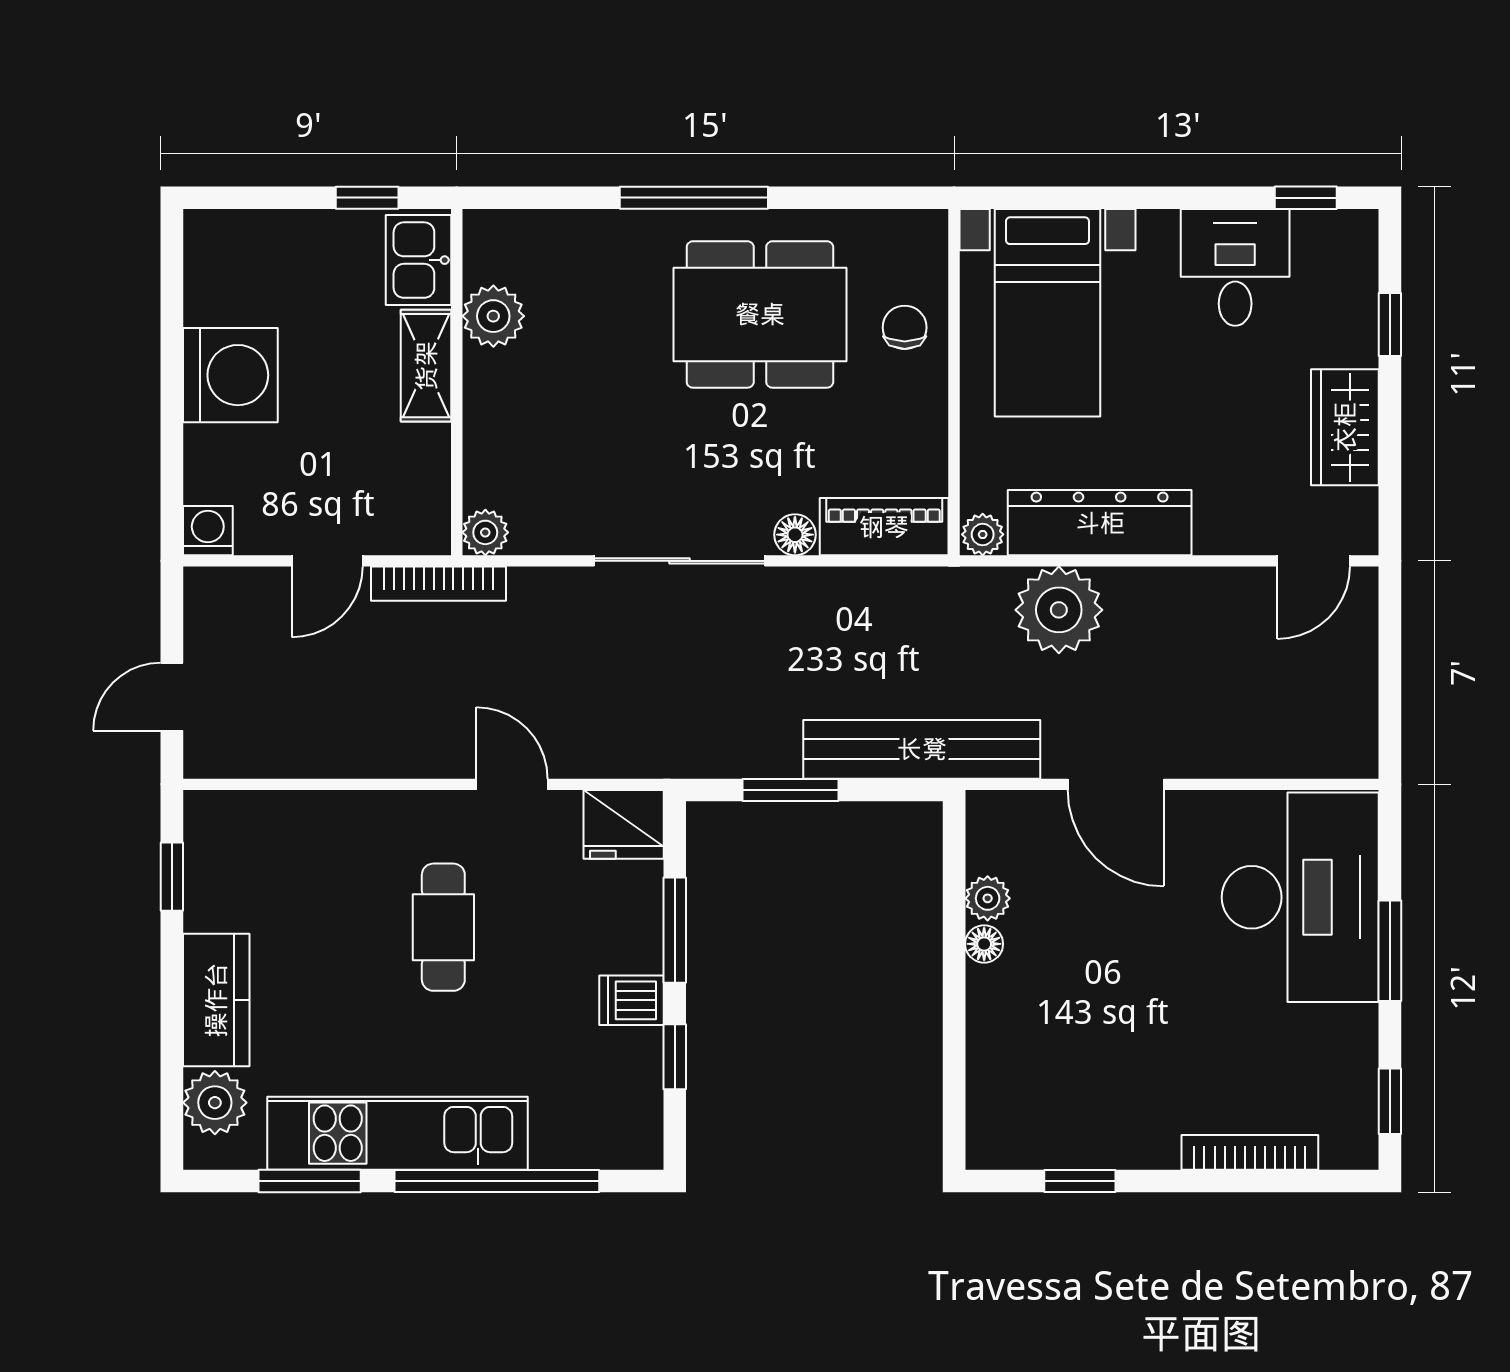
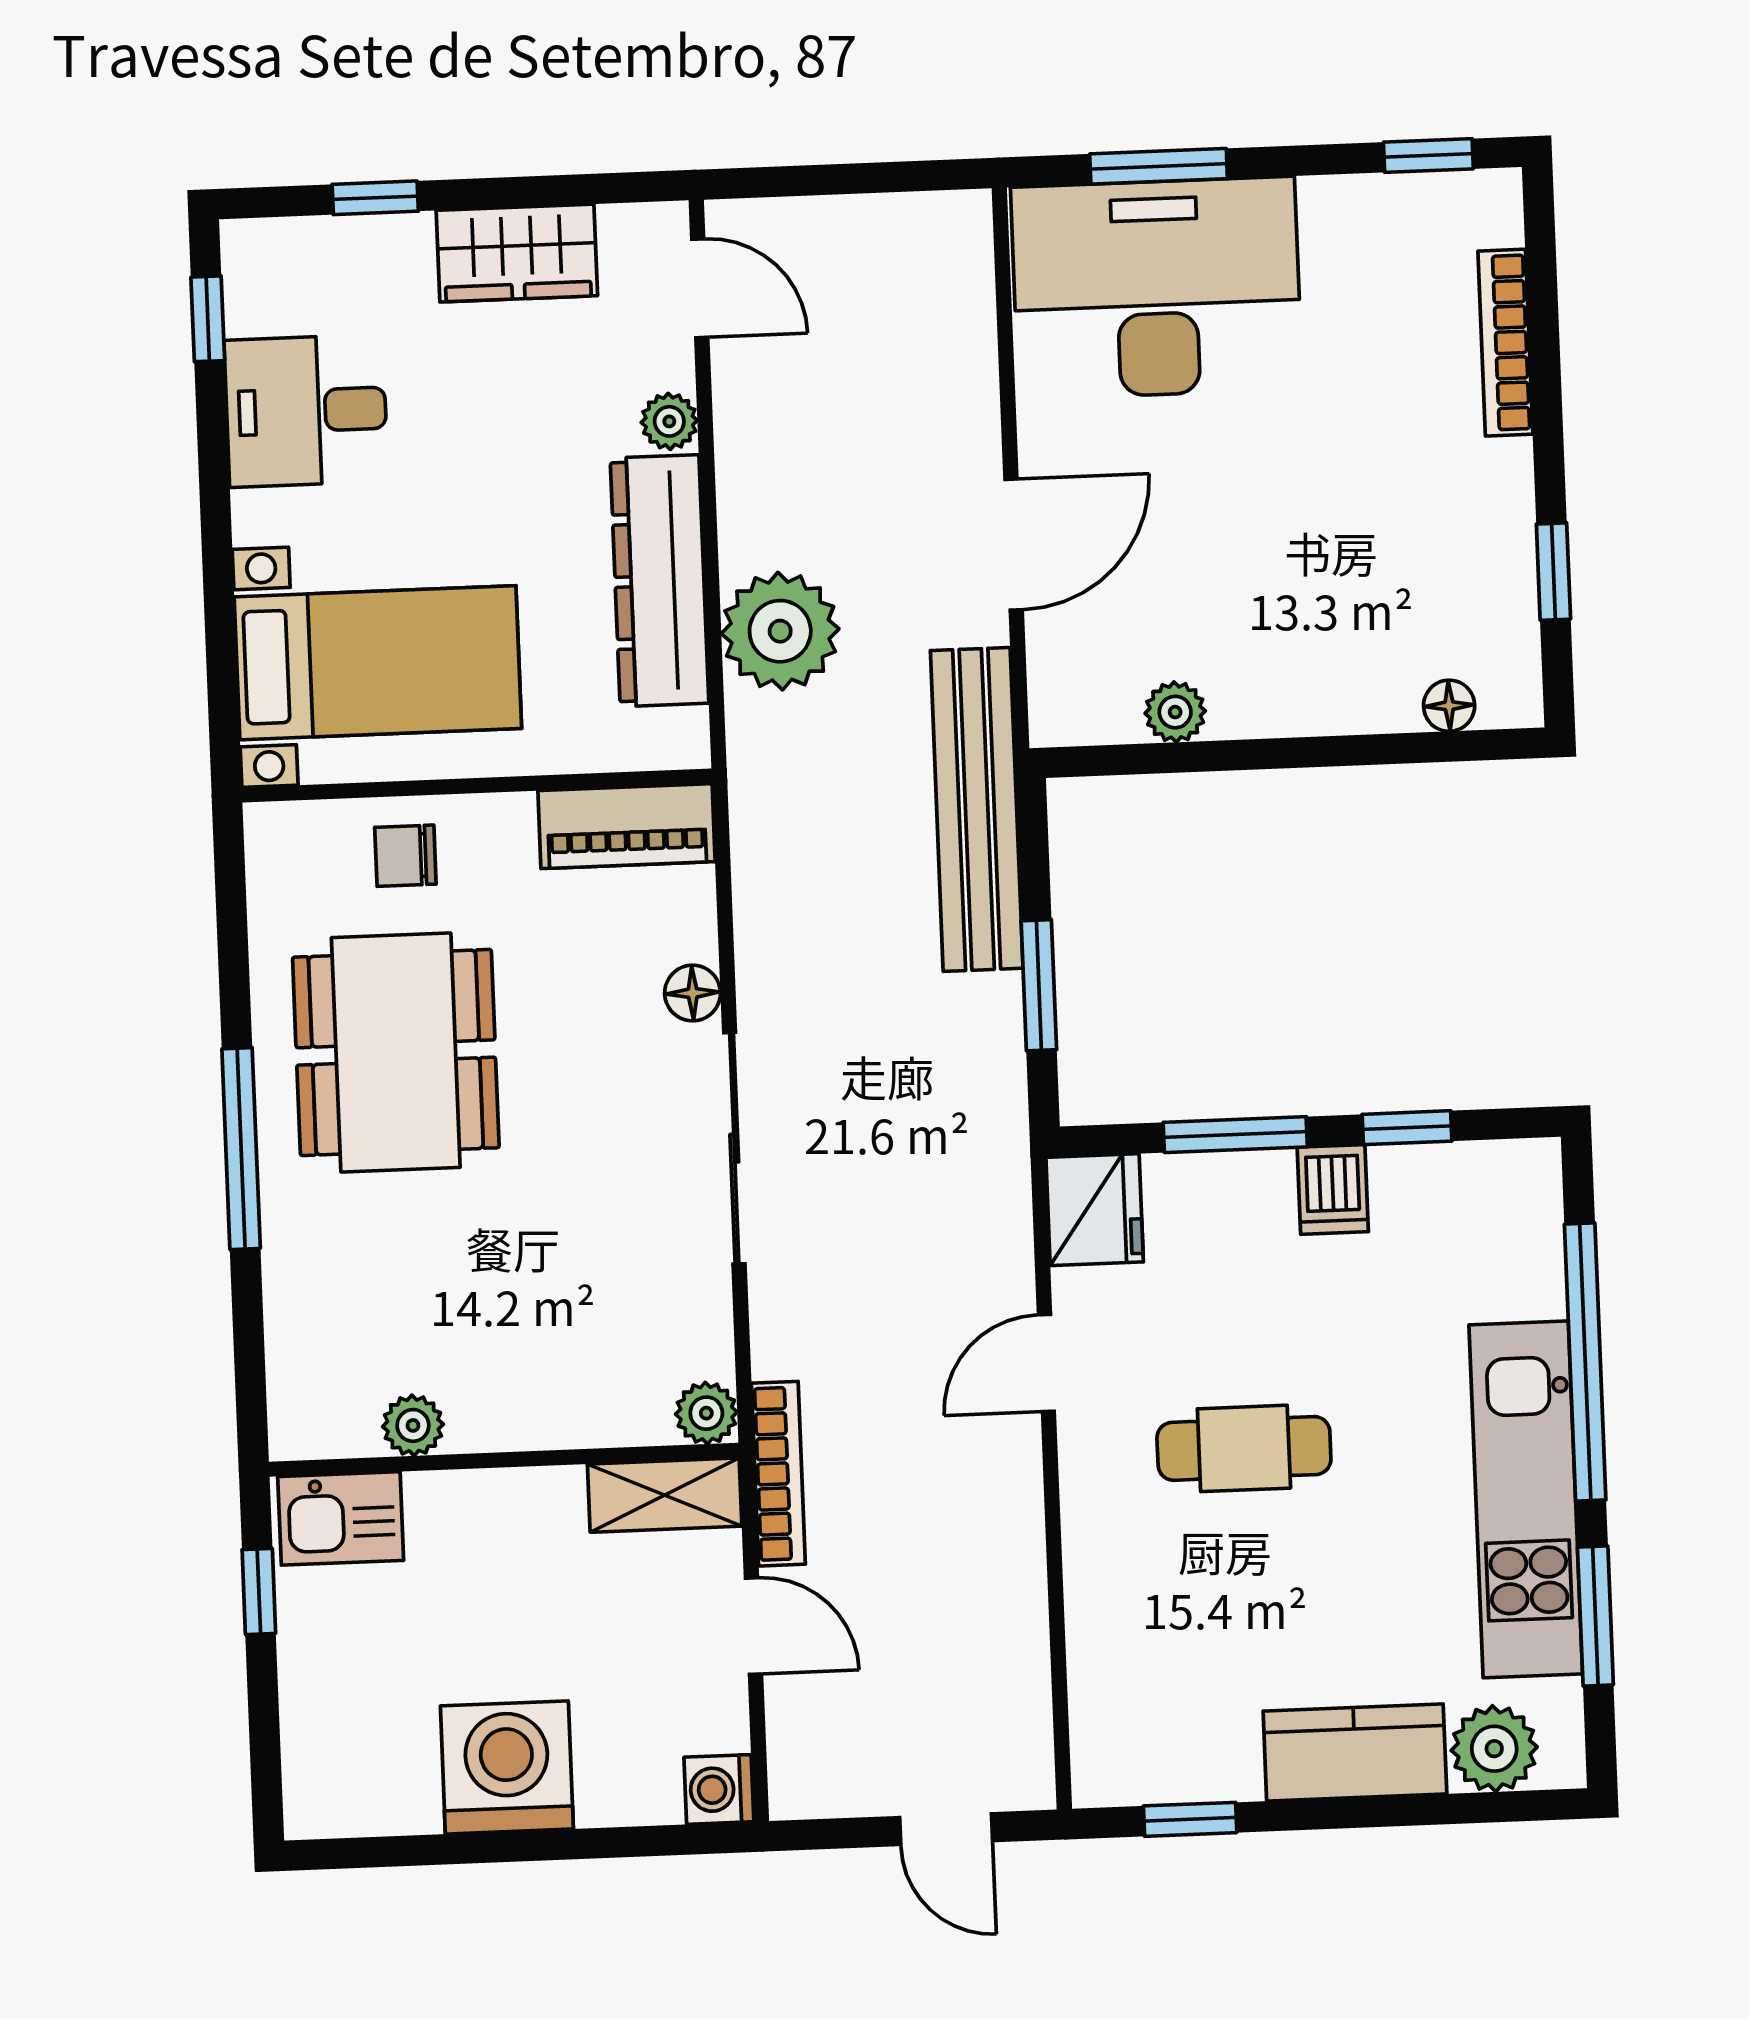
plant: (493, 316) -> (413, 1425), width x0.73, depth x0.73
shelving: (426, 366) -> (665, 1495), moved
piano: (884, 527) -> (627, 826), moved, turned -90
plant: (983, 534) -> (669, 421), moved
floor lamp: (984, 944) -> (1449, 706), moved
window: (1390, 951) -> (1159, 166), moved

